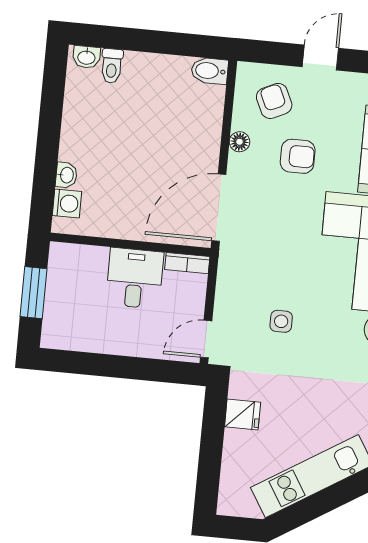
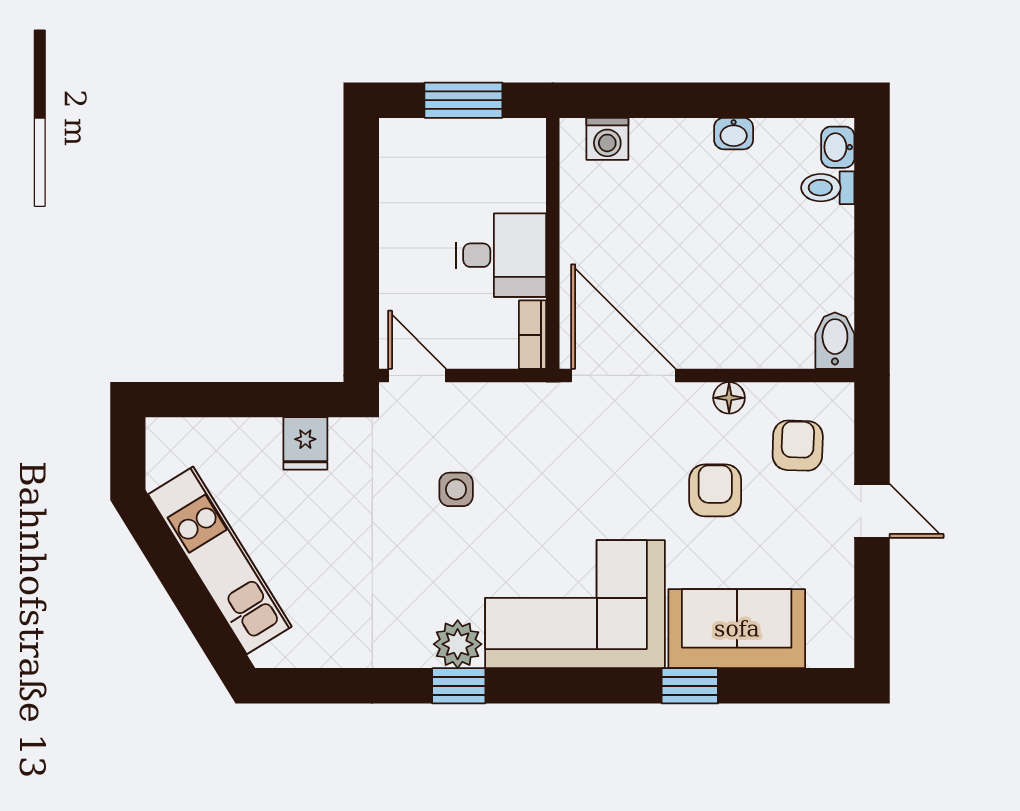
armchair: (274, 101) -> (798, 446), turned -63
armchair: (298, 156) -> (715, 490), turned 180
washbasin: (66, 175) -> (734, 134), moved

